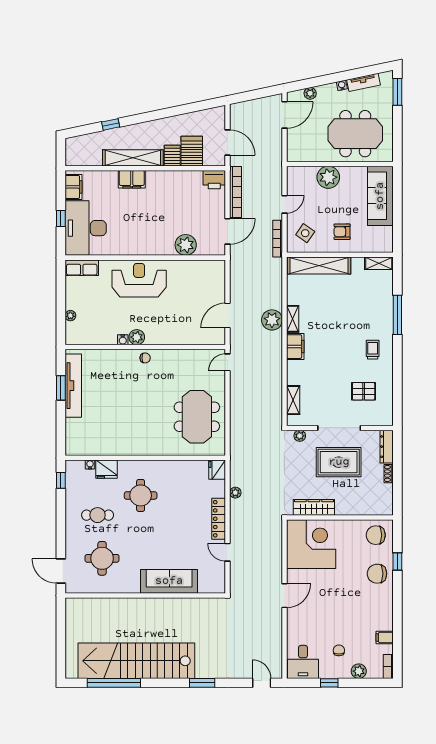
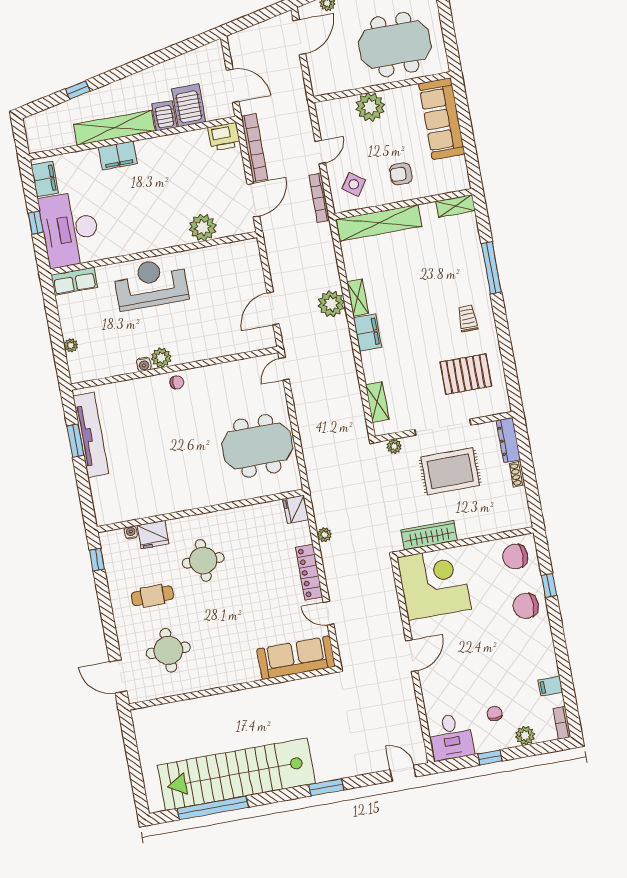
pallet: (364, 391) -> (466, 374), width x1.50, depth x1.42
meeting table: (197, 417) -> (257, 446), turned 90
sofa: (169, 581) -> (296, 658), moved

